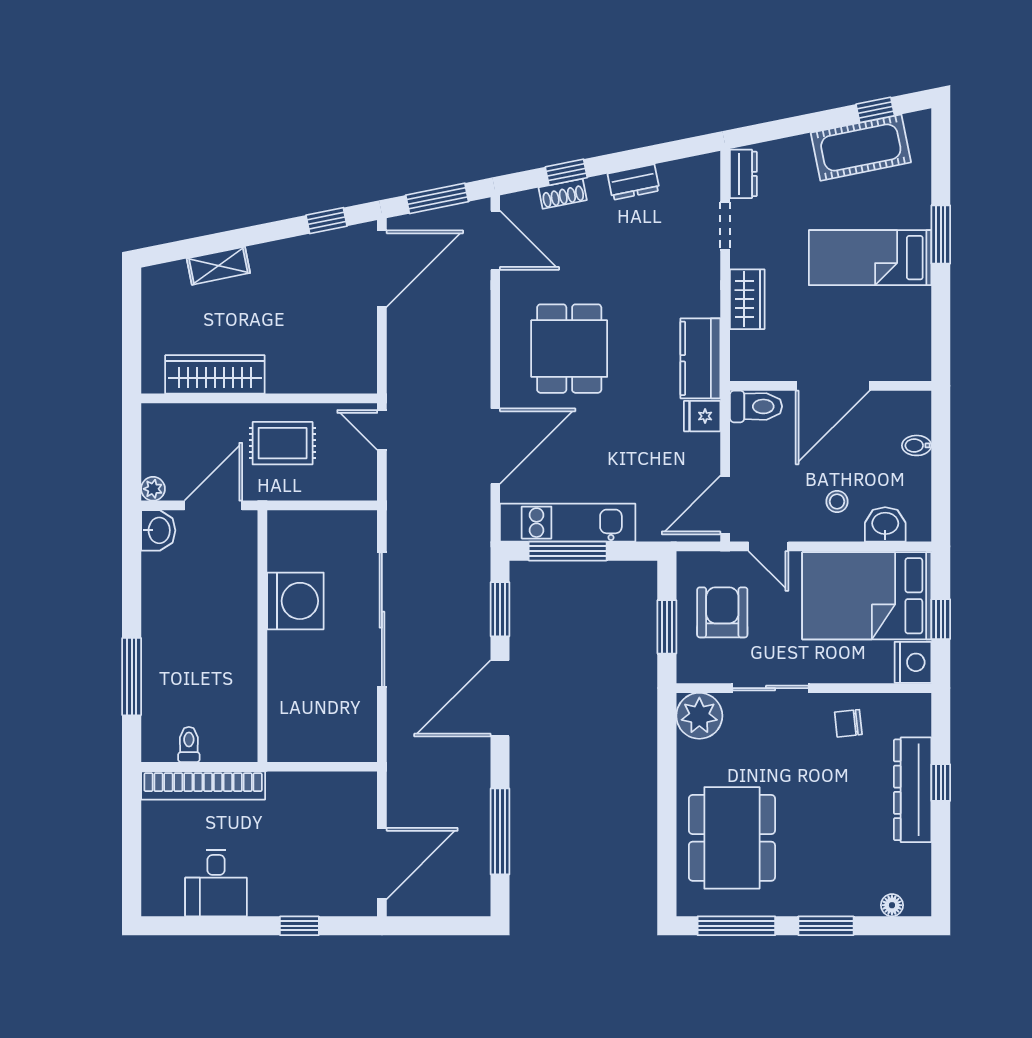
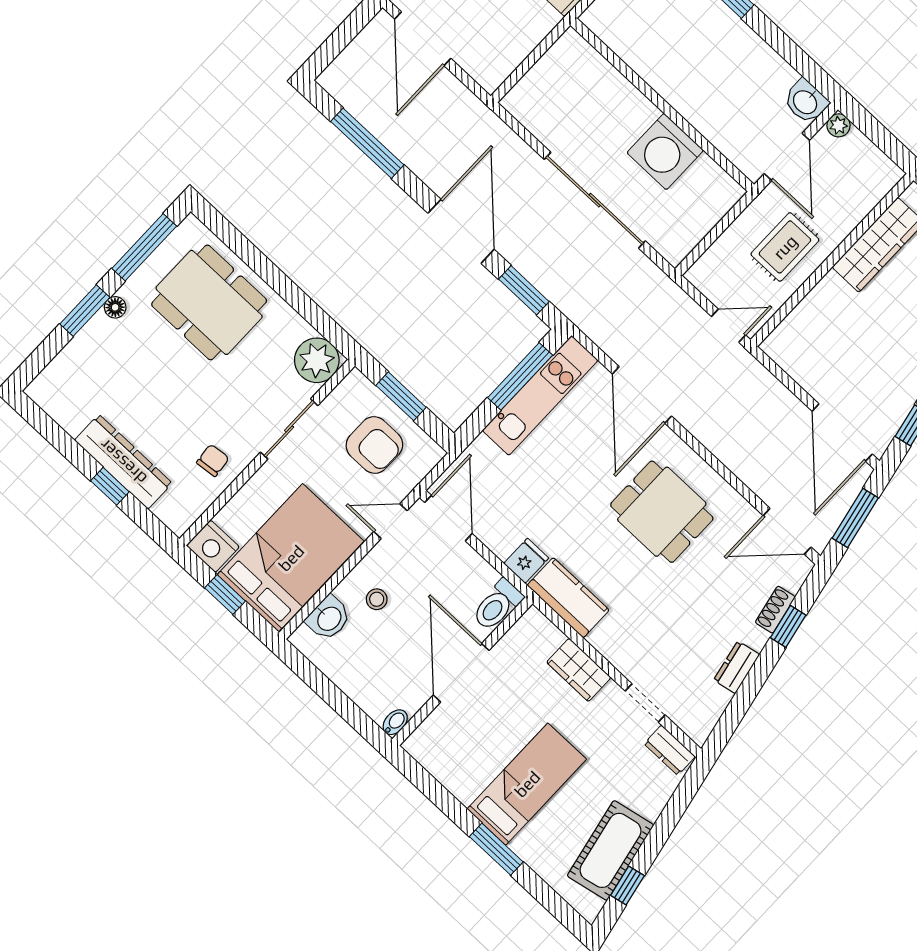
bidet: (917, 445) -> (395, 722), moved
floor lamp: (892, 905) -> (115, 307), moved

